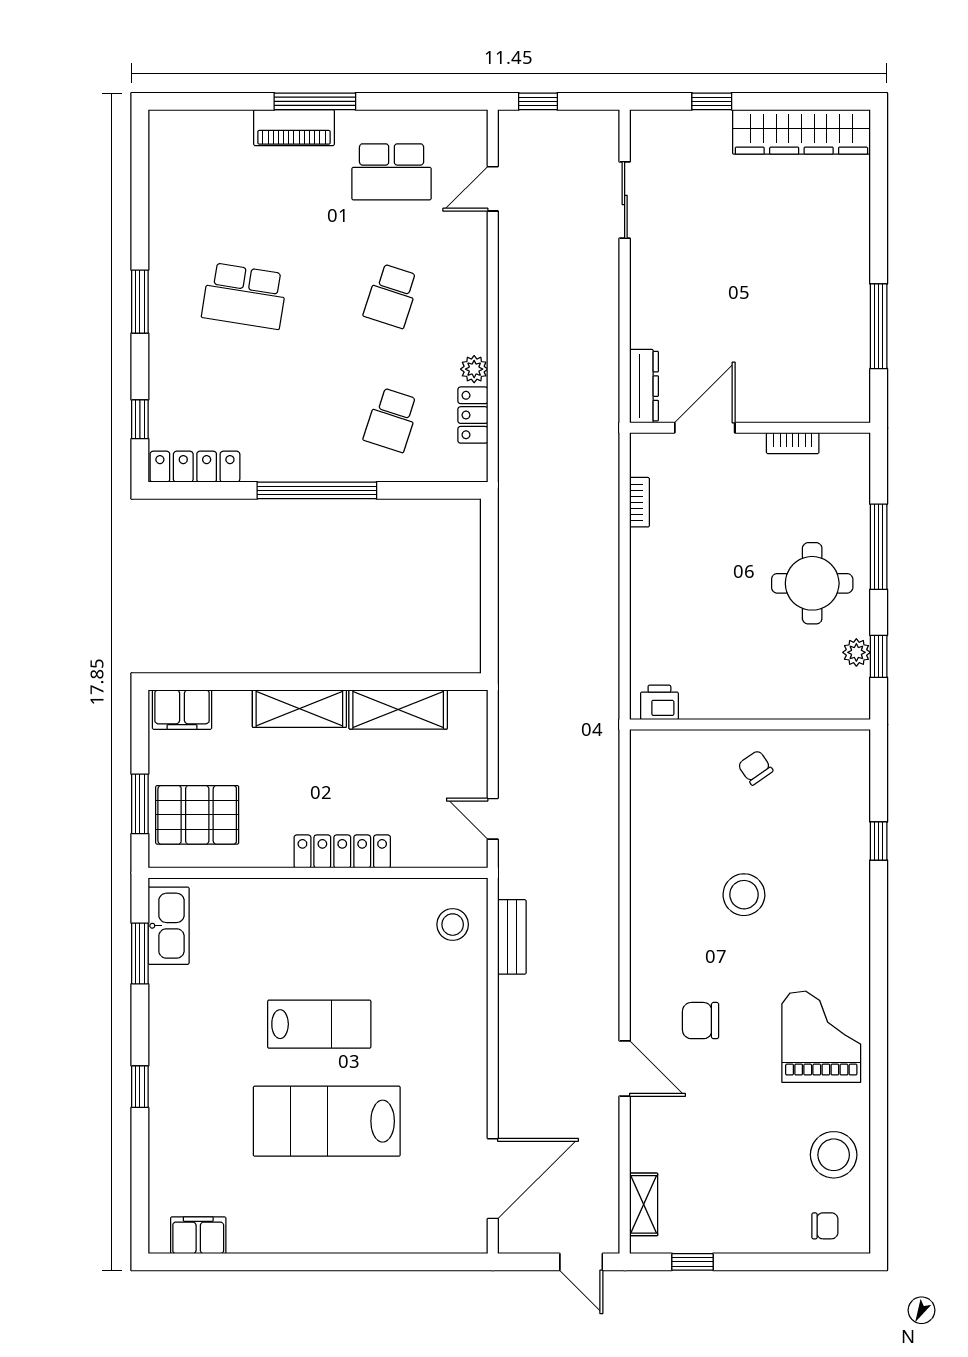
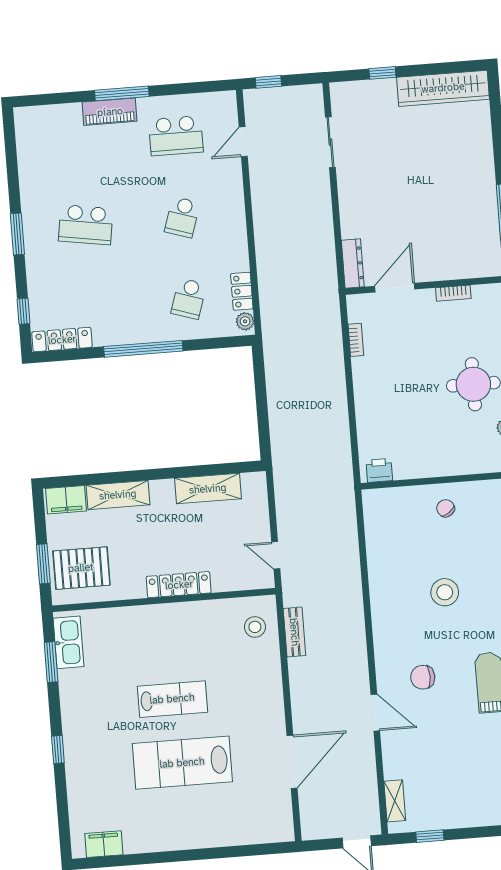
plant: (474, 369) -> (245, 321), moved
shelving: (299, 709) -> (118, 495), moved
door: (493, 1179) -> (292, 762), moved

